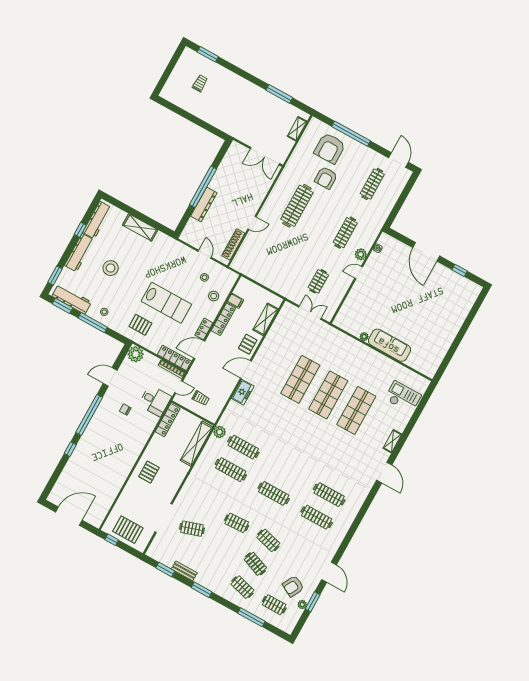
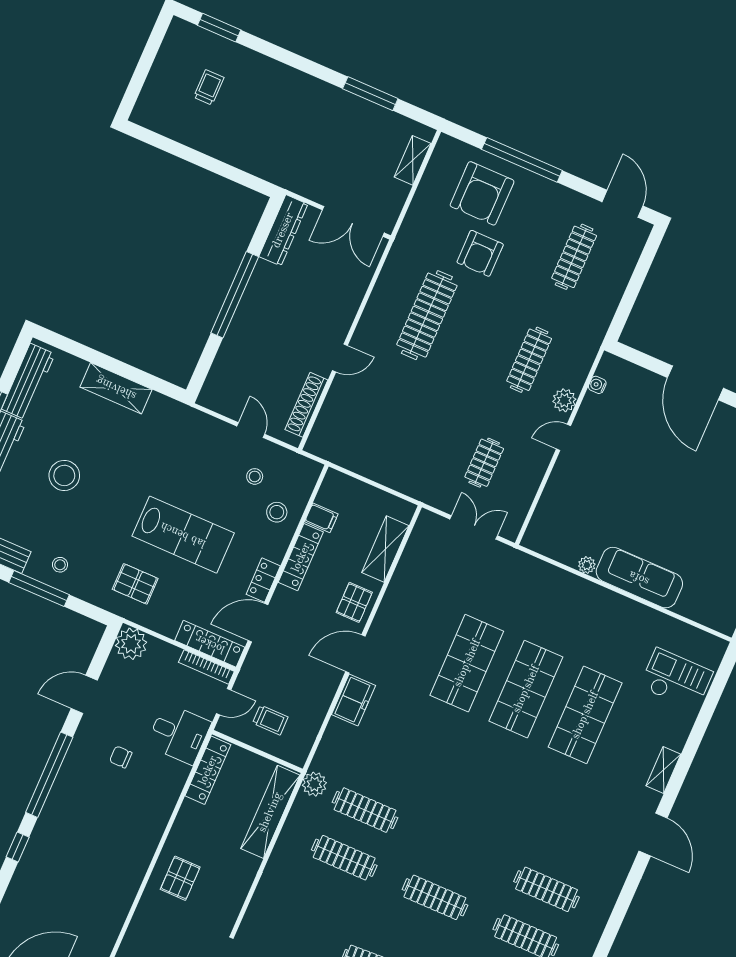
dresser: (204, 205) -> (283, 230), moved

